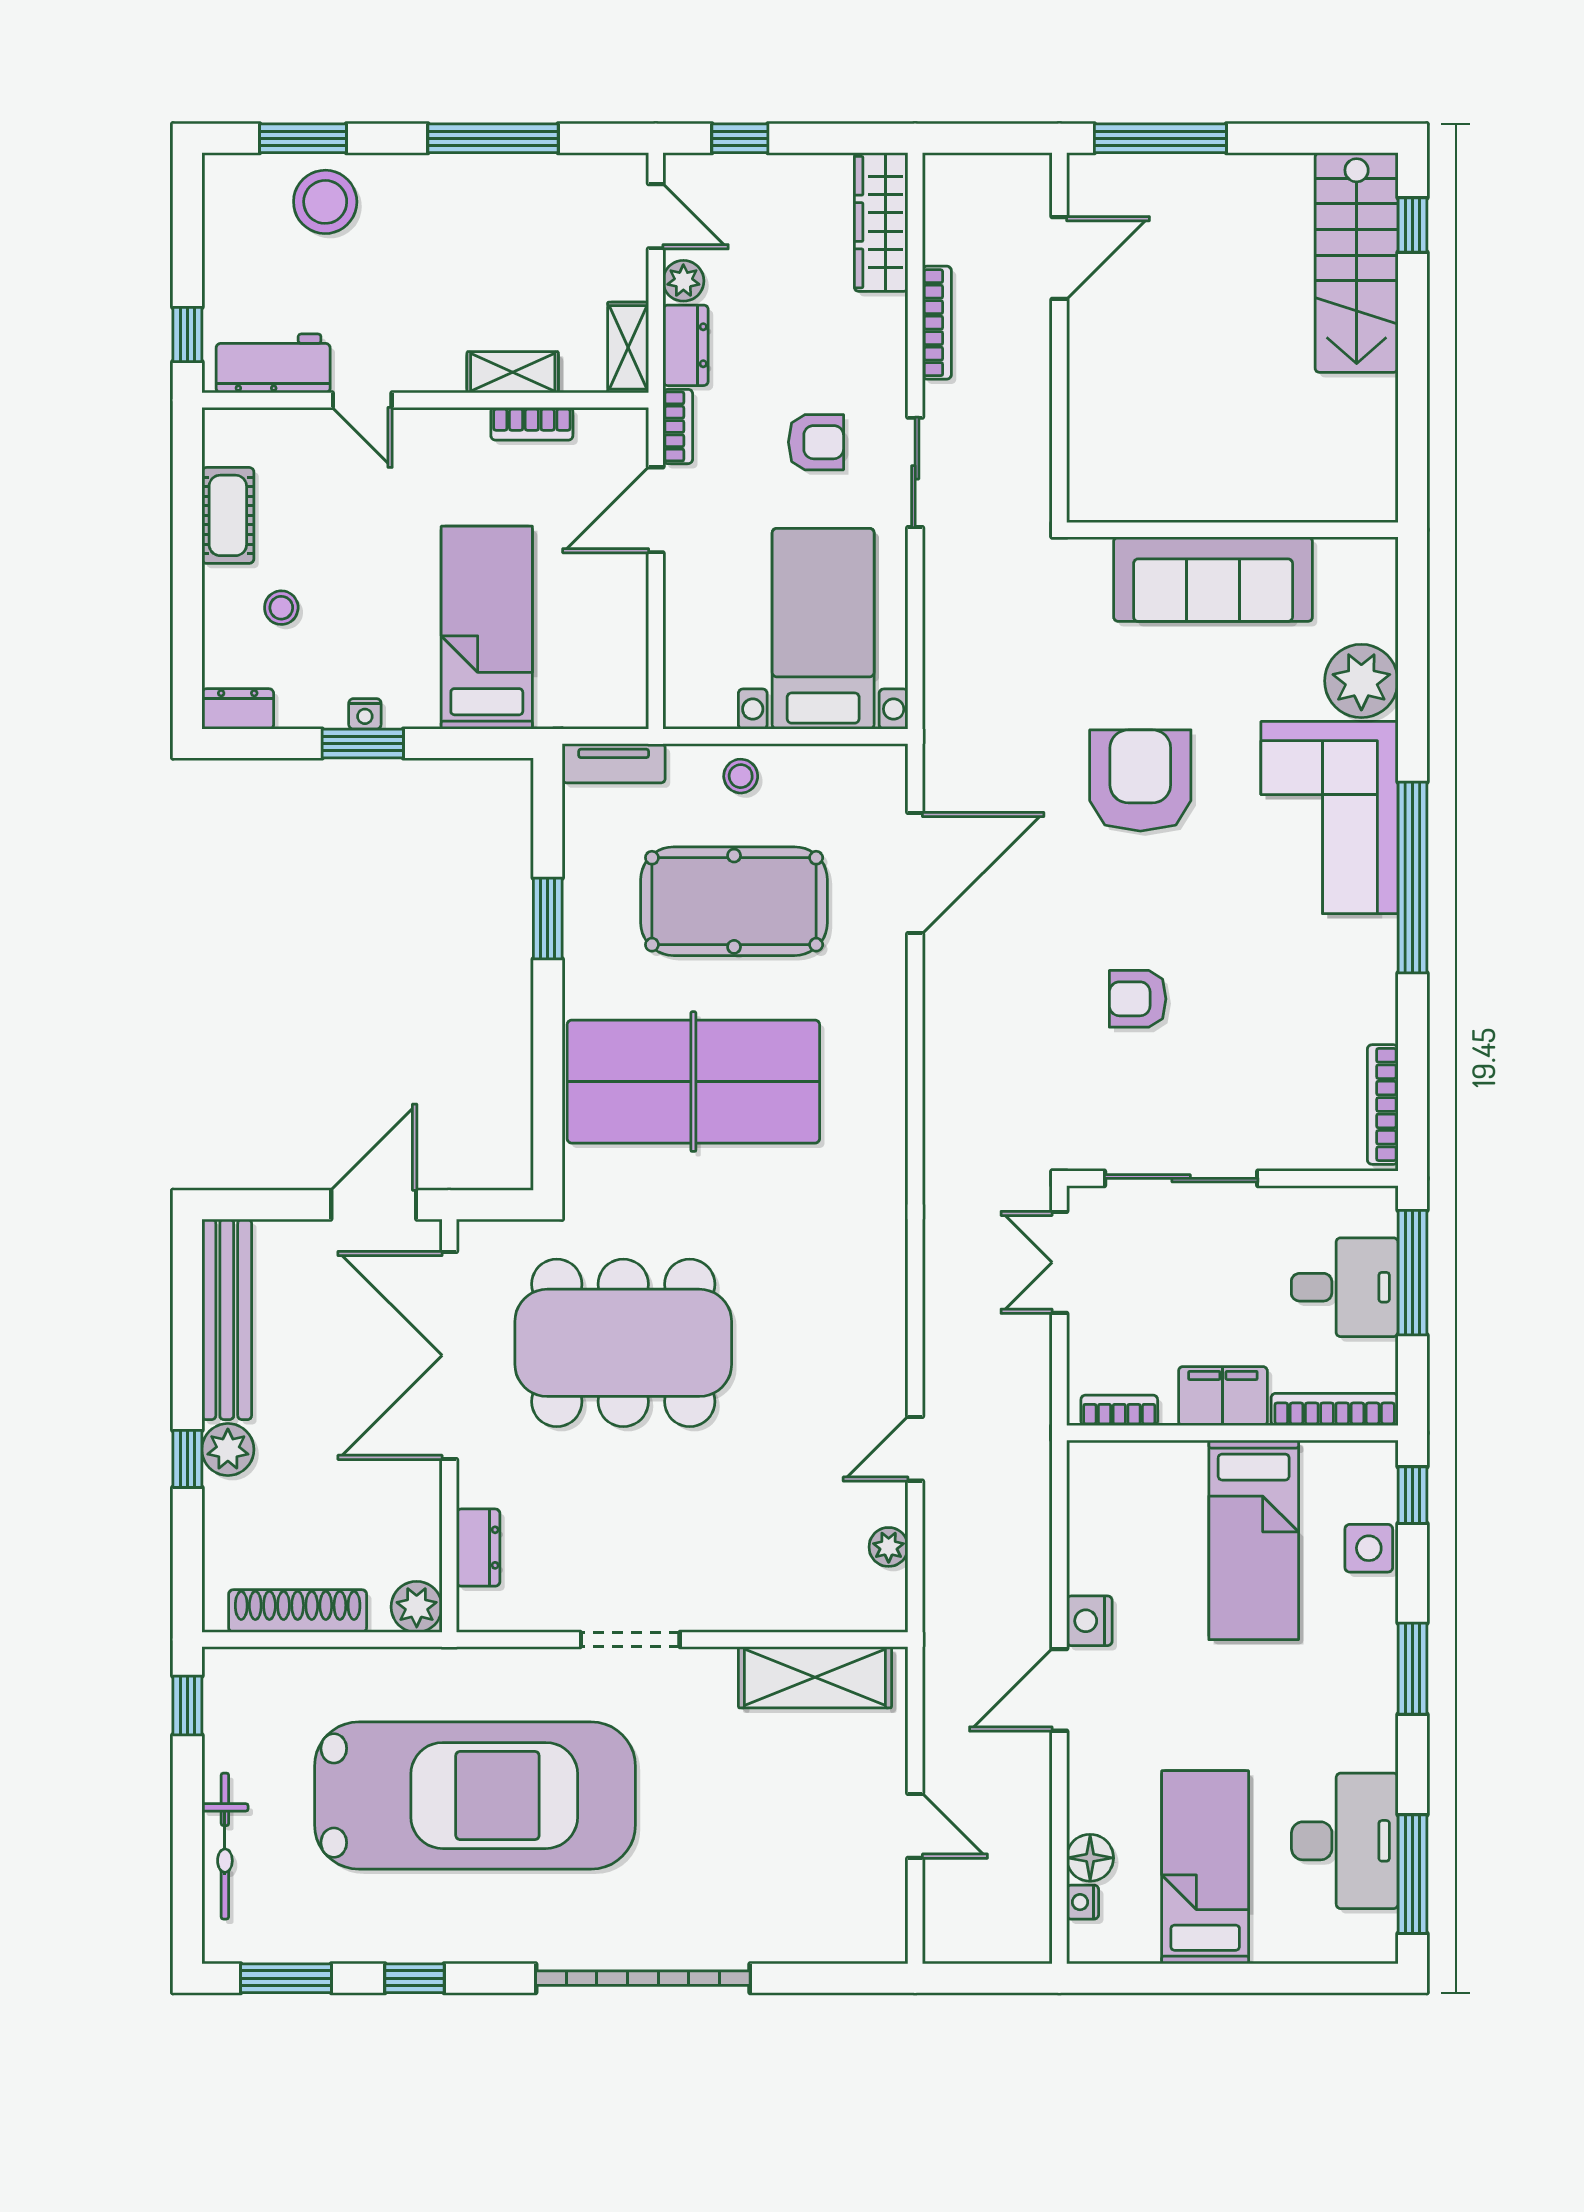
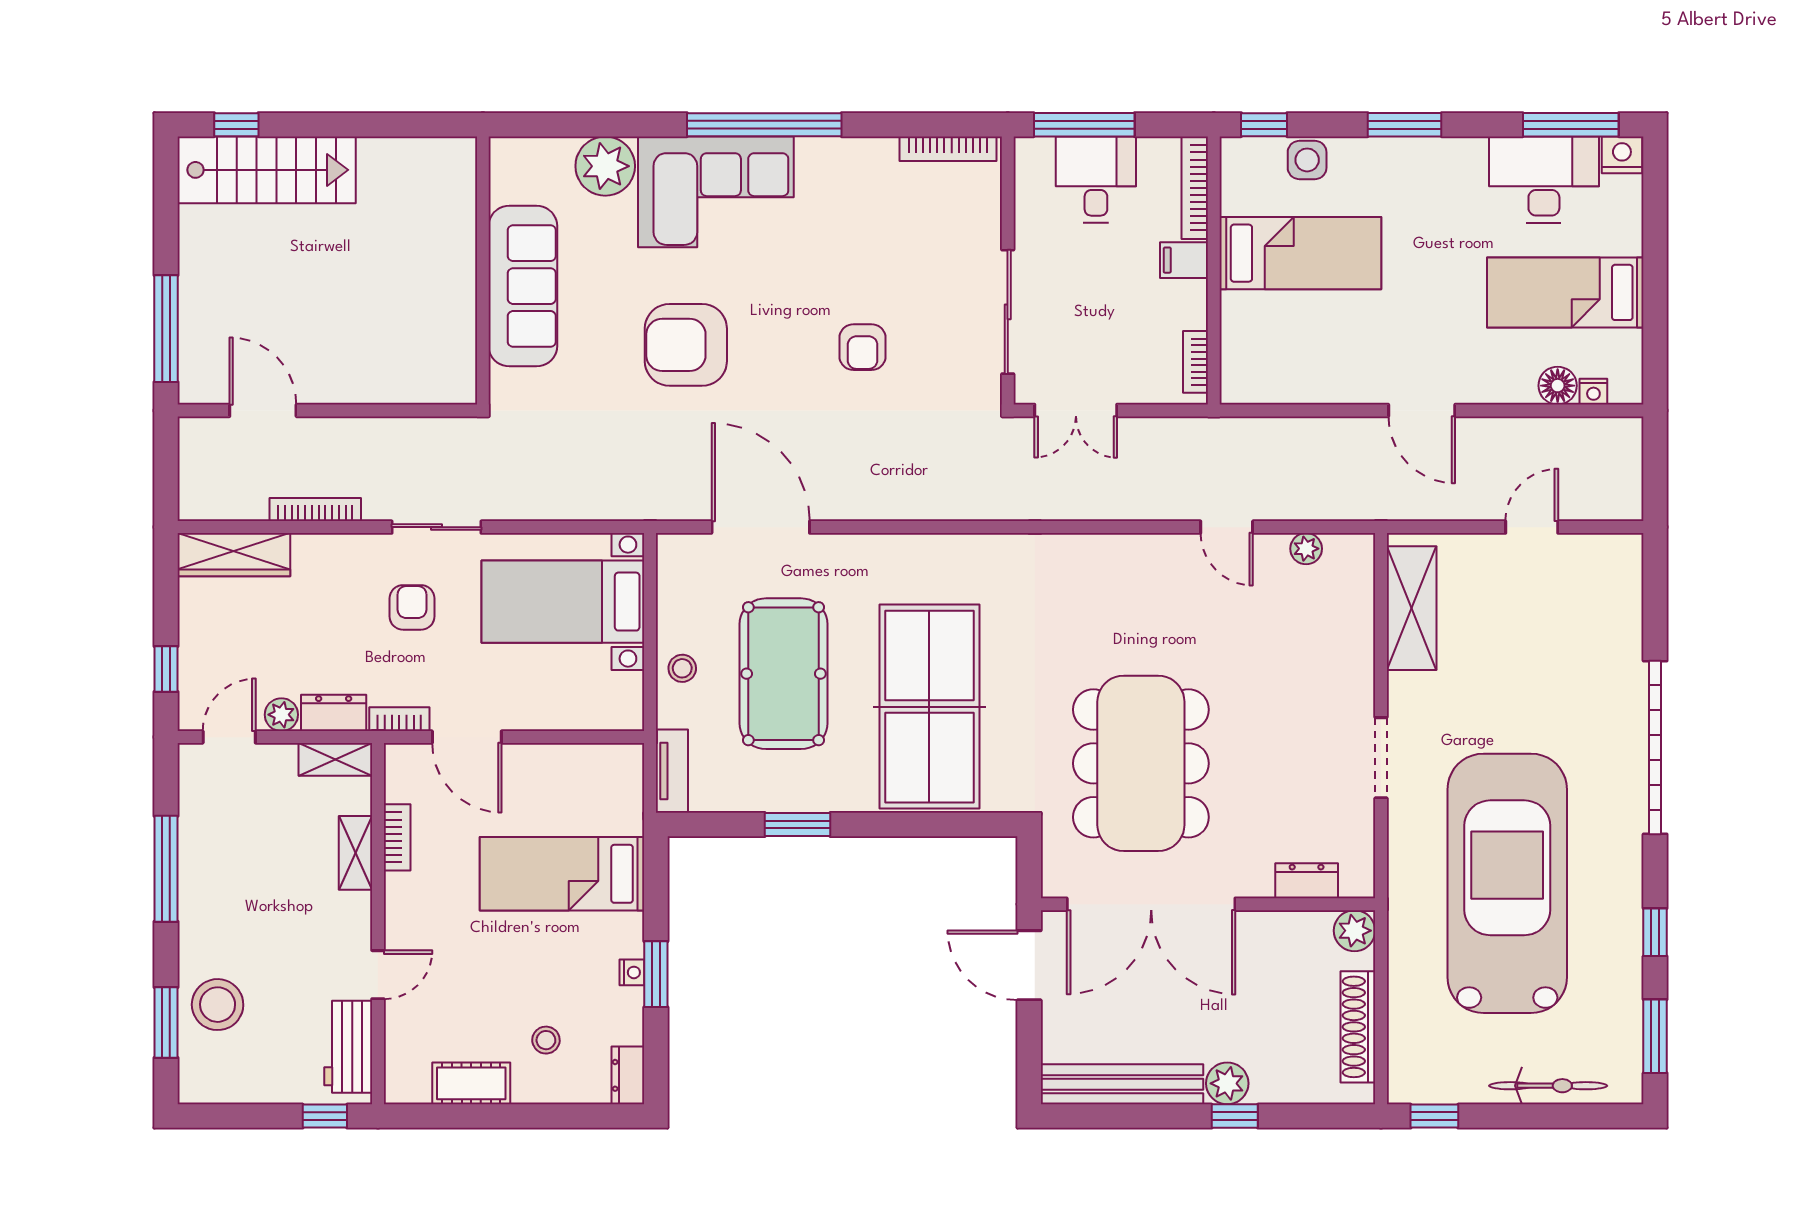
filing cabinet: (1223, 1396) -> (1184, 260), width x0.50
nightstand: (1089, 1621) -> (1622, 155), moved, turned 180

